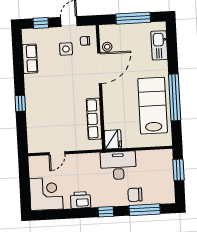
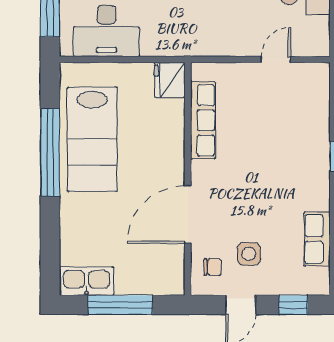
kitchen sink: (159, 45) -> (87, 281), moved, turned -90
stool: (107, 47) -> (171, 254), removed
desk: (118, 165) -> (106, 31), moved

